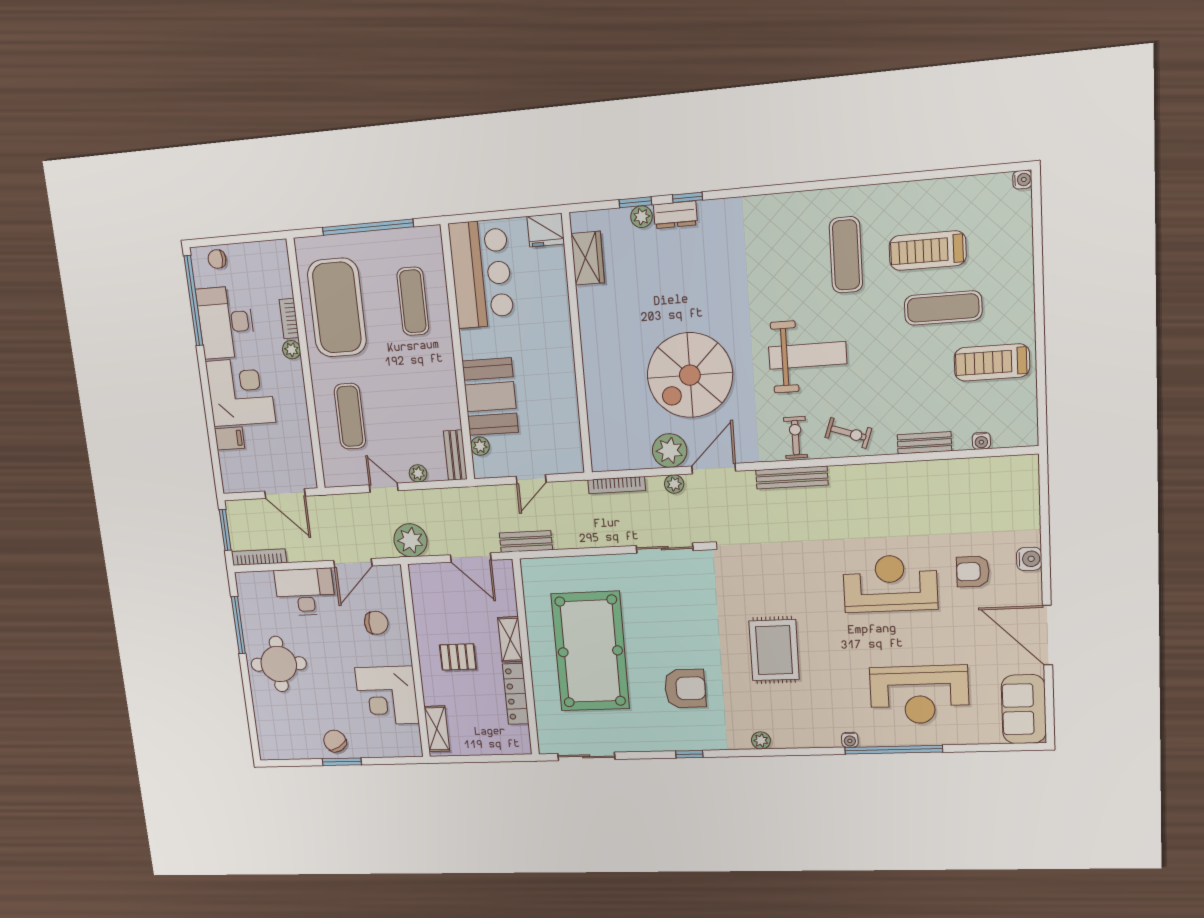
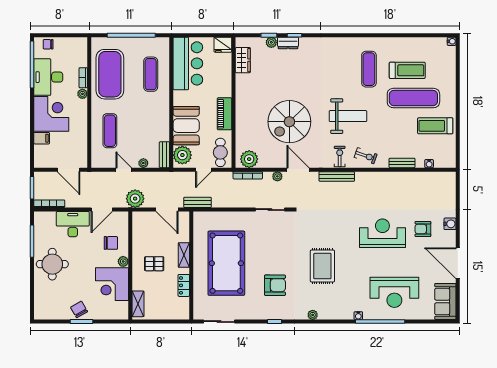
treadmill: (928, 251) -> (407, 70), turned 180
exercise mat: (943, 308) -> (413, 98), width x1.36, depth x1.45
piano: (561, 368) -> (225, 114), added
cafe table: (560, 444) -> (220, 152), added
plant: (480, 446) -> (182, 155), width x1.88, depth x1.88
plant: (670, 451) -> (249, 159), moved
door: (714, 469) -> (298, 170), hinge flipped
plant: (402, 655) -> (123, 261), added
locker: (516, 694) -> (184, 285), width x0.66

